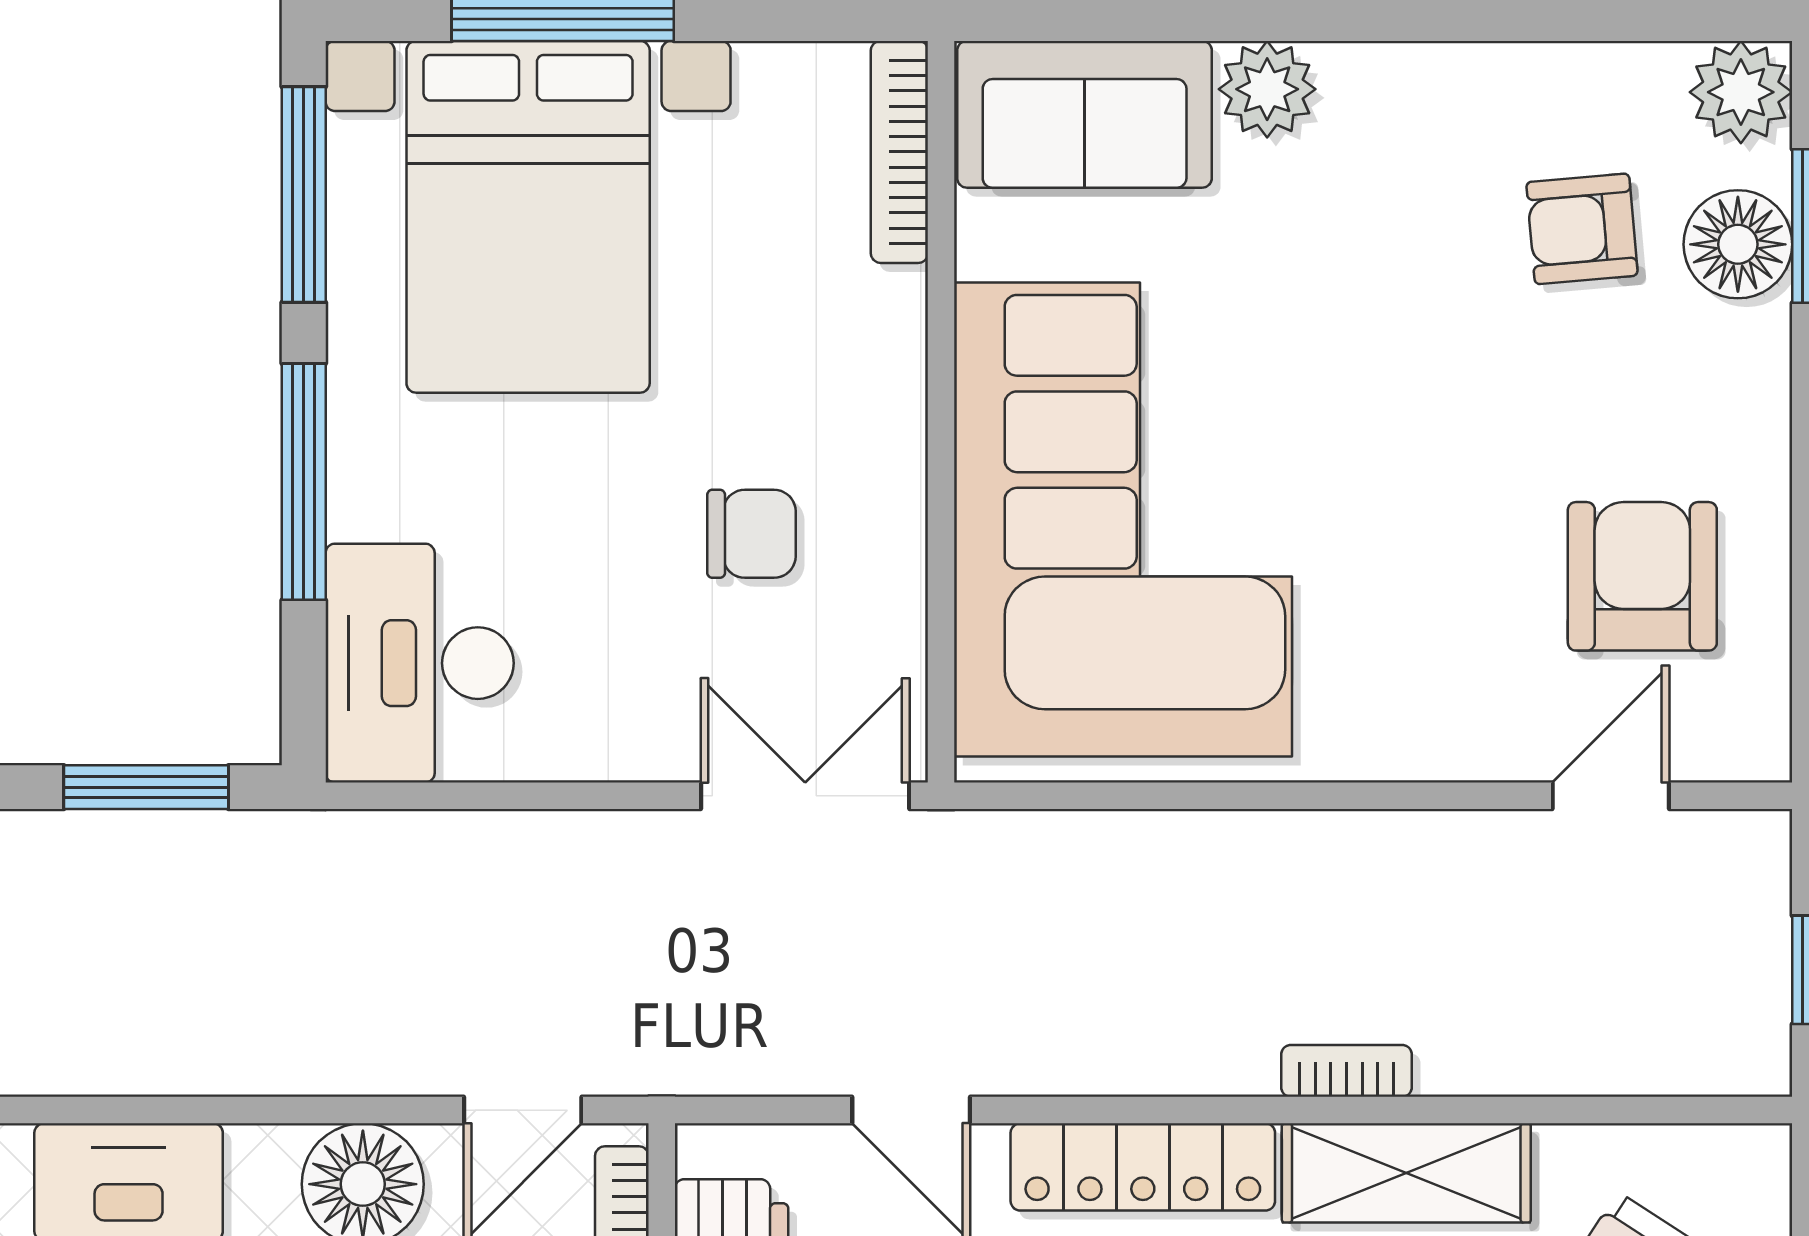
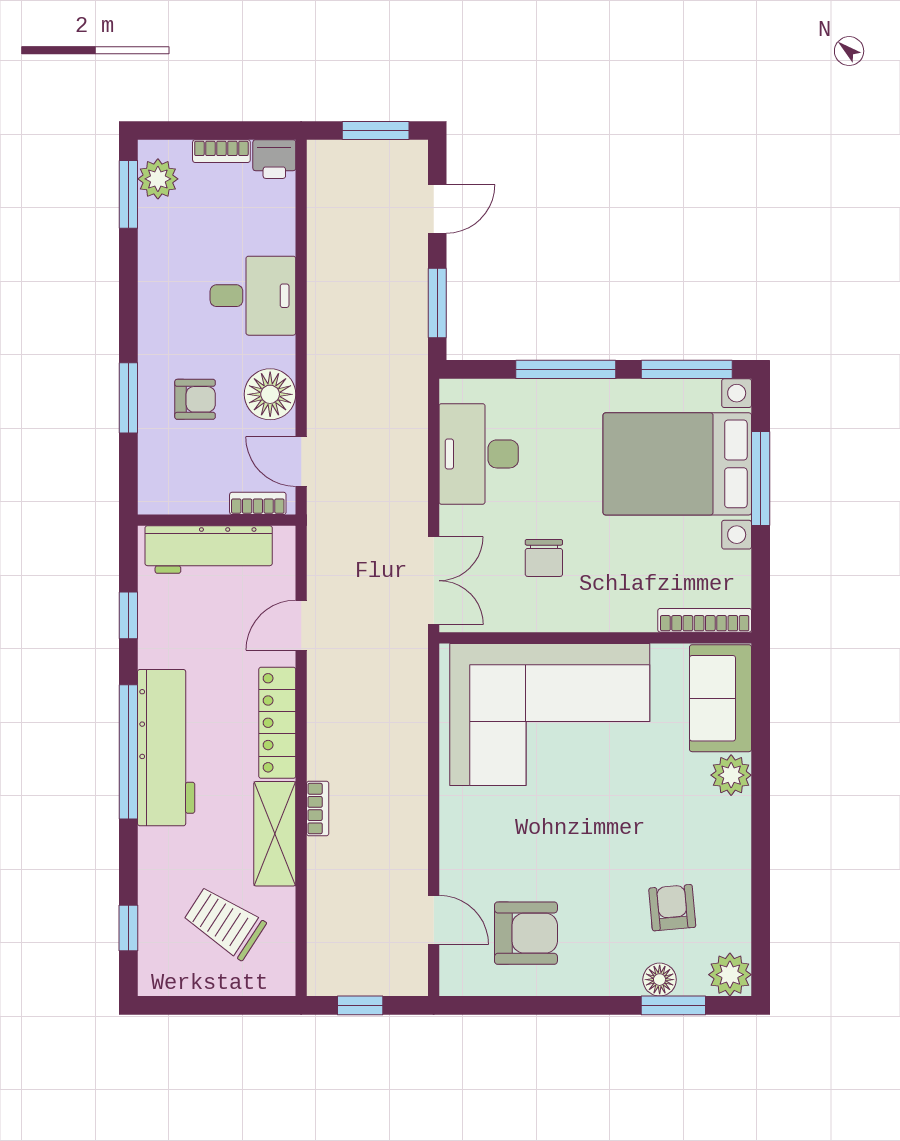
floor lamp: (1738, 244) -> (660, 980), width x0.73, depth x0.73
desk: (420, 663) -> (479, 454), moved, turned -90

